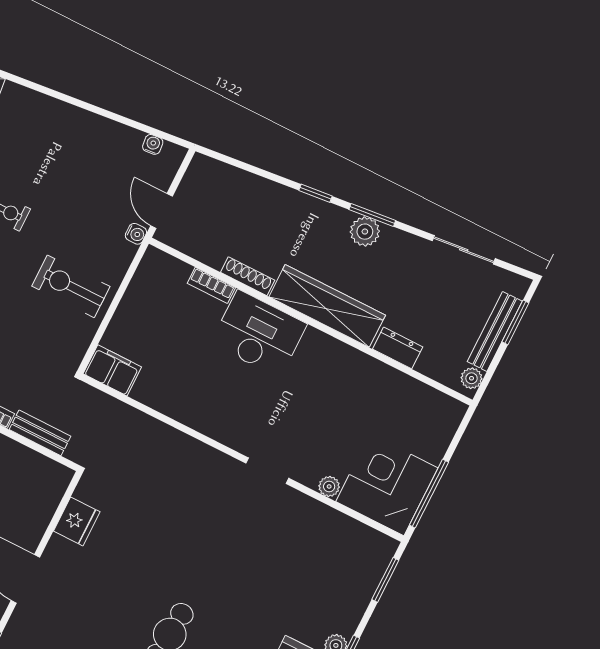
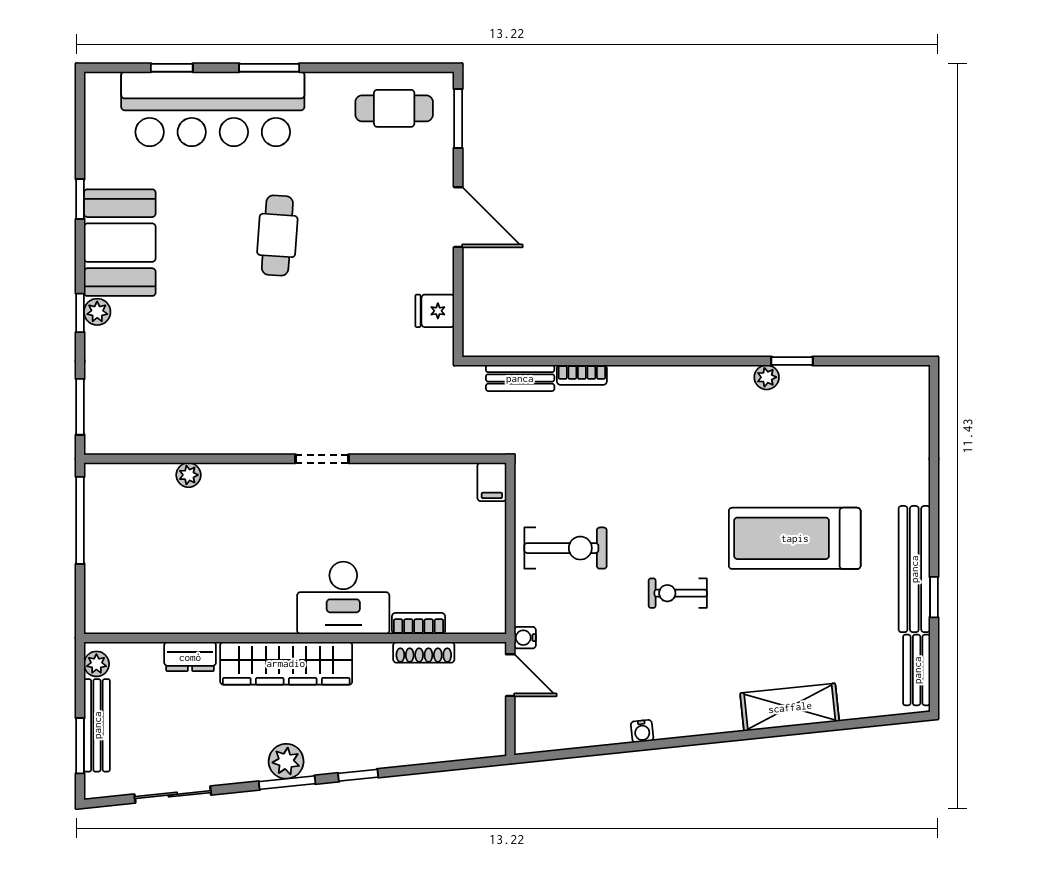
water cooler: (153, 144) -> (642, 731), moved
shoe rack: (248, 276) -> (424, 652), moved
filing cabinet: (112, 370) -> (492, 482), width x0.50
doorway: (267, 471) -> (322, 459), moved
corner desk: (387, 485) -> (129, 508), removed
fridge: (77, 521) -> (435, 311), width x0.72

